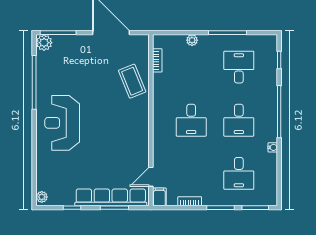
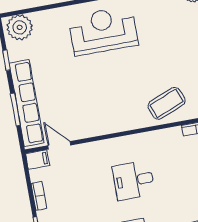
plant: (42, 197) -> (20, 27), width x1.87, depth x1.87

